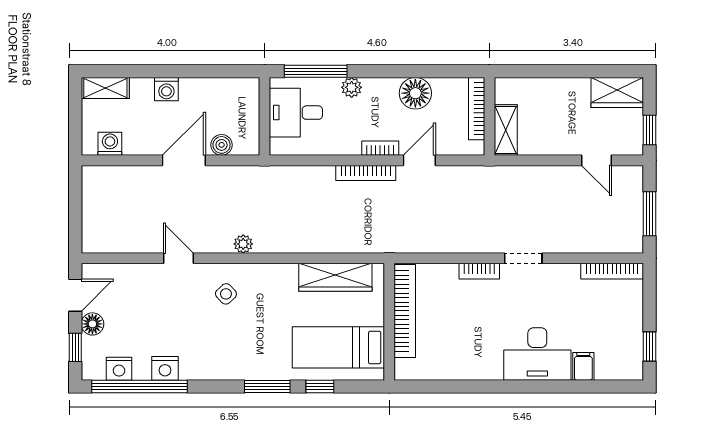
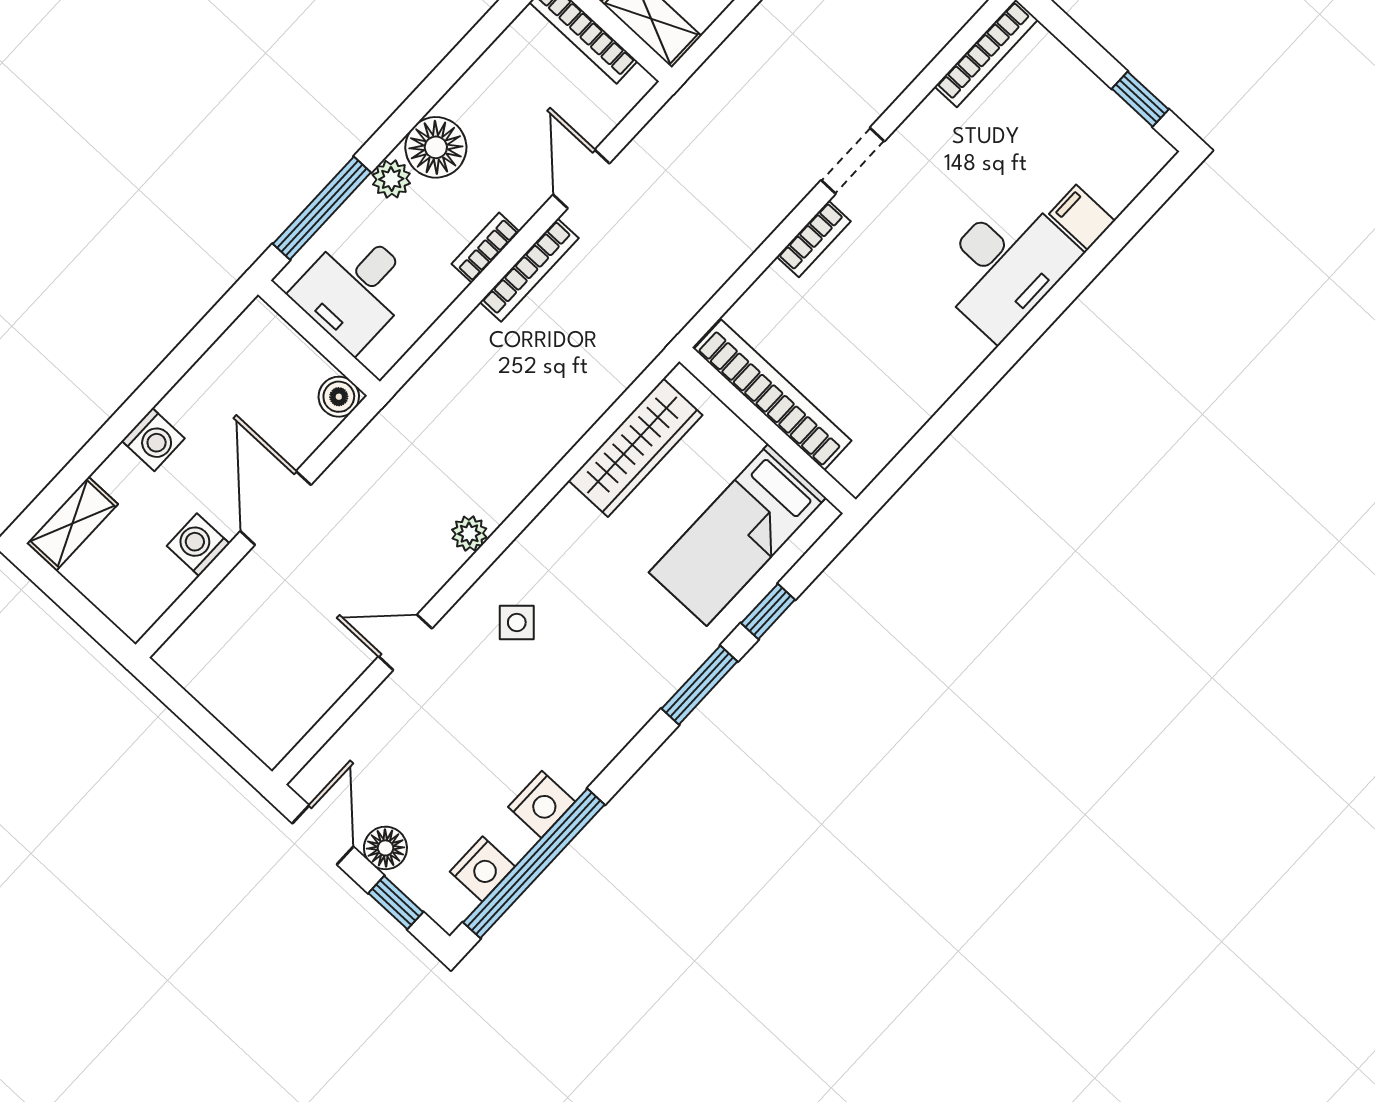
floor lamp: (415, 93) -> (436, 147), moved
washing machine: (110, 144) -> (198, 545), moved
boiler: (222, 145) -> (339, 397), moved
bookcase: (380, 148) -> (486, 248), moved

